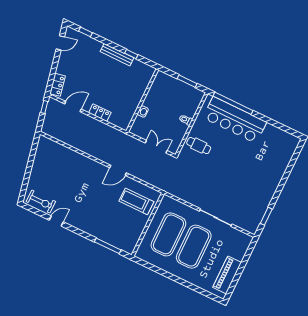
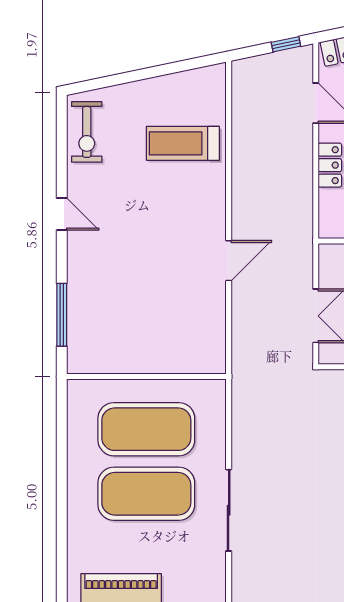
door: (118, 170) -> (229, 261), swing flipped
treadmill: (136, 201) -> (183, 143), moved, turned -90
door: (56, 221) -> (62, 214), moved

